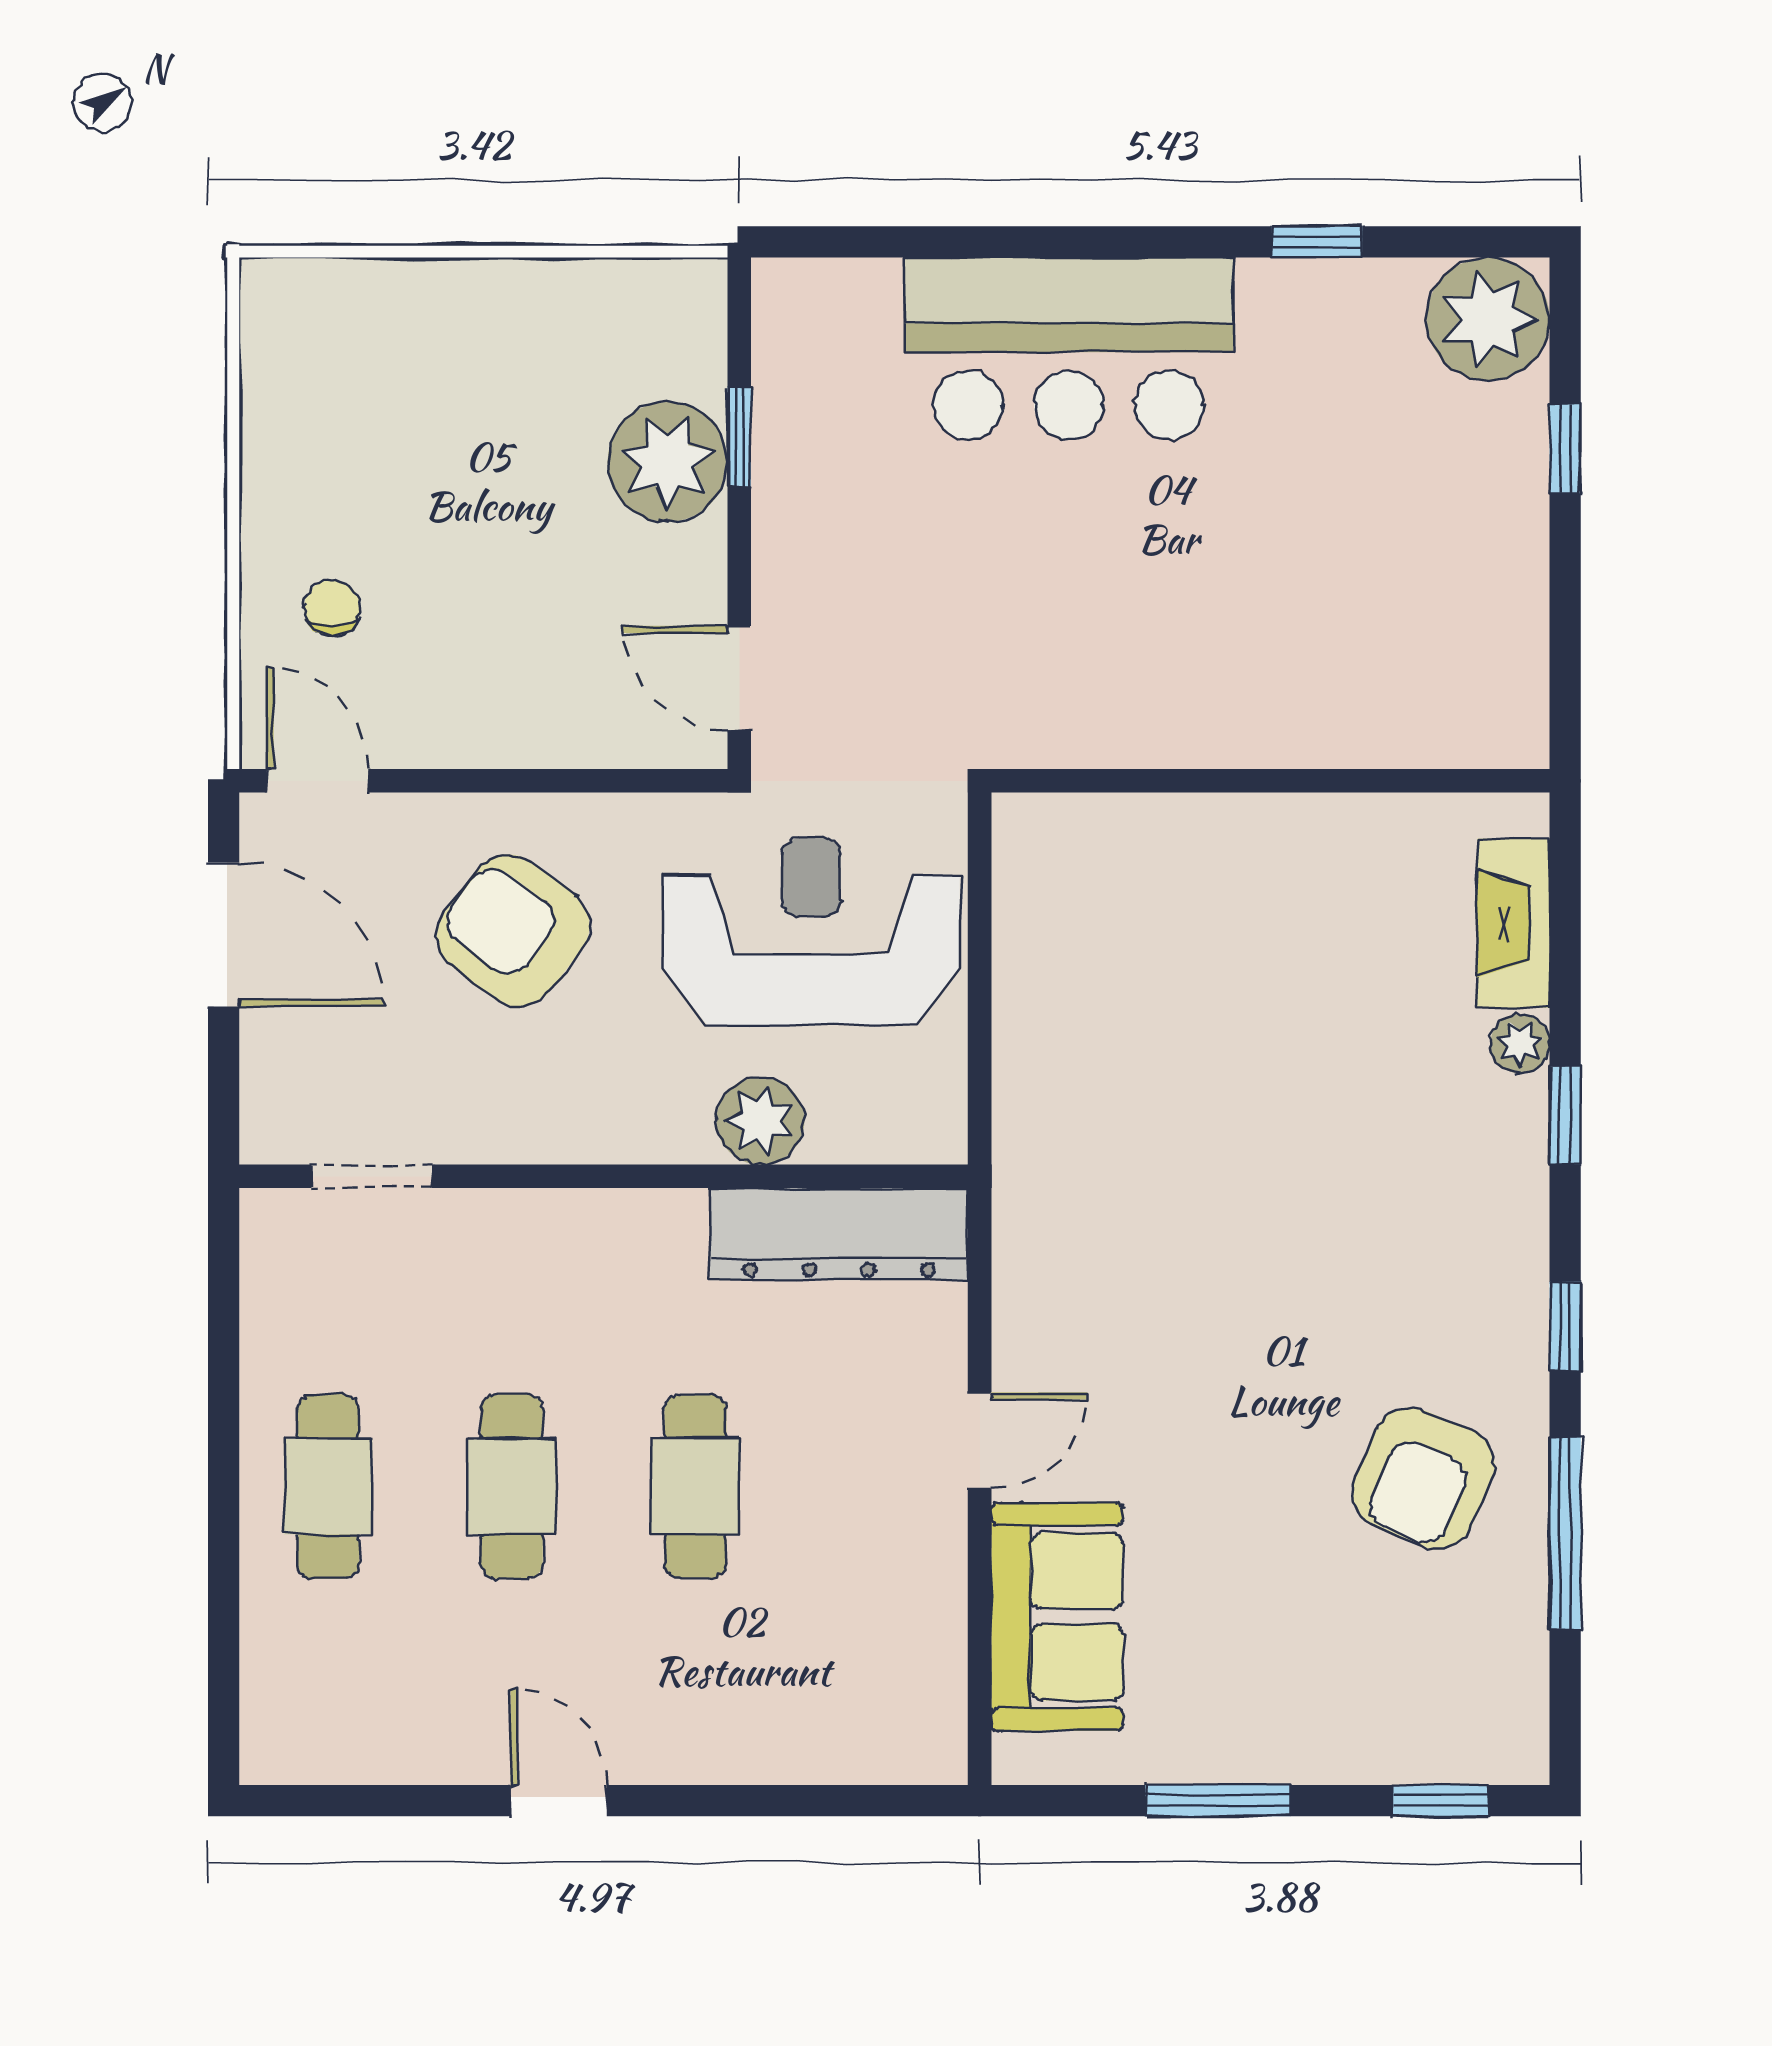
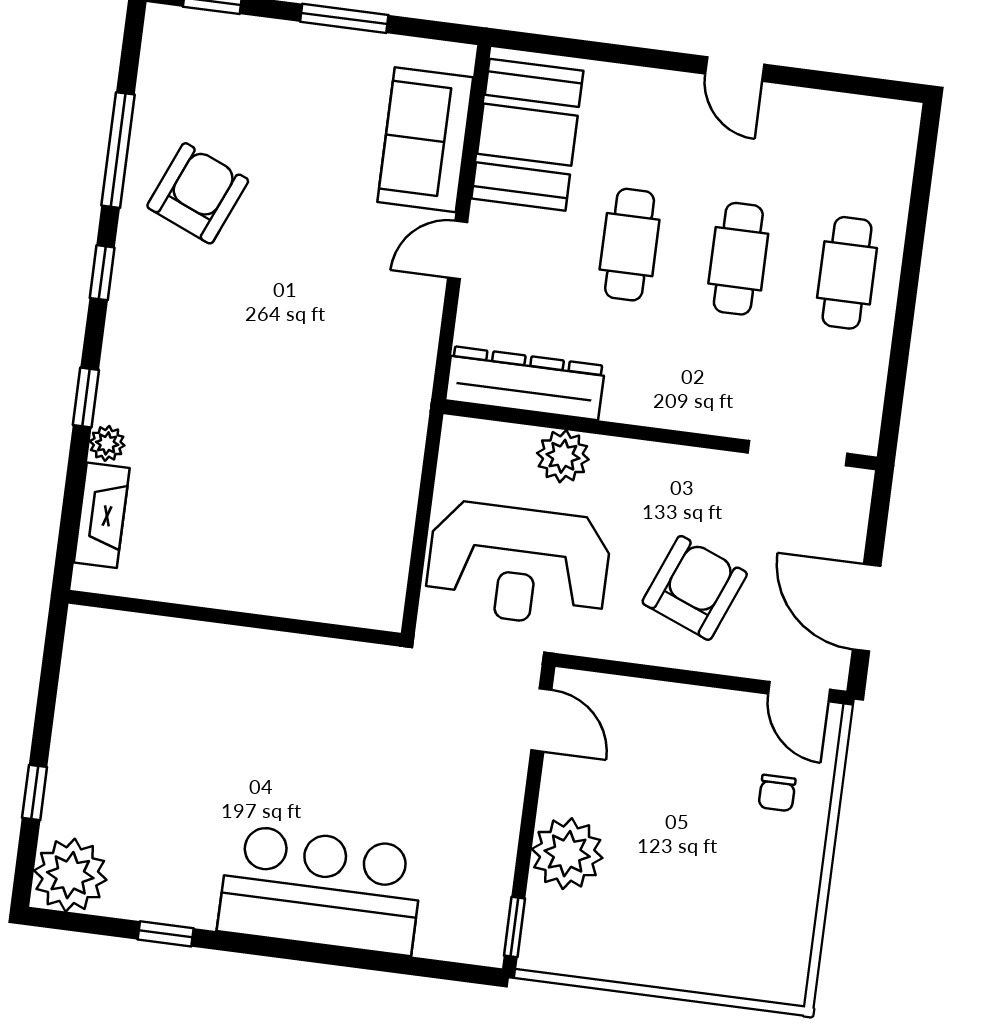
window: (739, 437) -> (514, 927), moved
armchair: (513, 930) -> (695, 588), turned -105
doorway: (372, 1176) -> (797, 453), width x1.38
booth: (889, 1647) -> (527, 135), added

